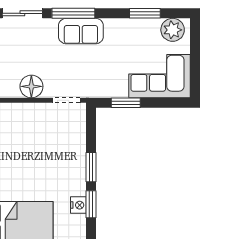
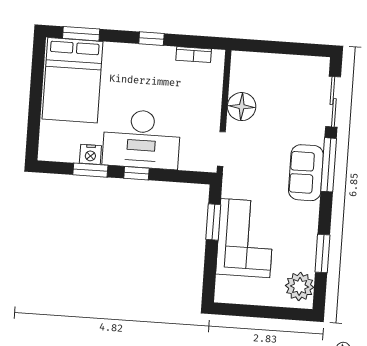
corner sofa: (160, 76) -> (245, 238), moved
desk: (63, 165) -> (142, 139), added
window: (91, 167) -> (136, 173), width x0.67

